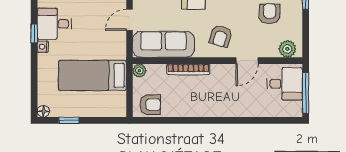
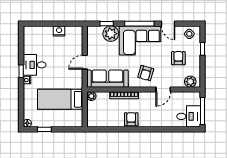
desk: (285, 84) -> (189, 116), moved
armchair: (150, 105) -> (131, 119), moved, turned -90

